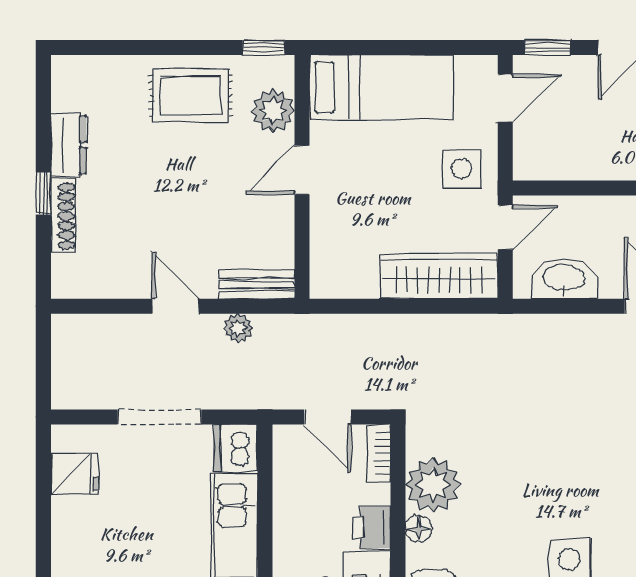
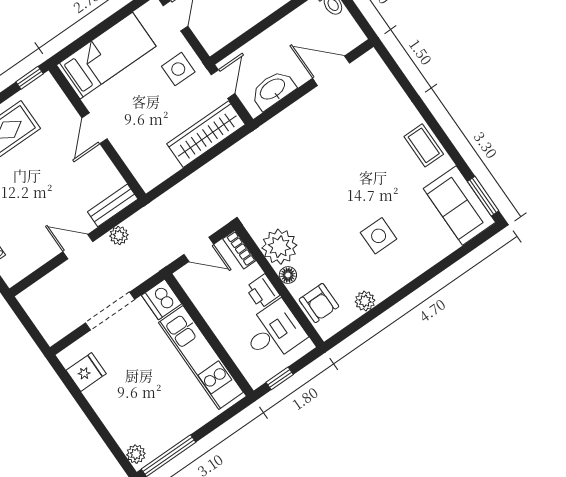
plant: (273, 111) -> (58, 108), removed

